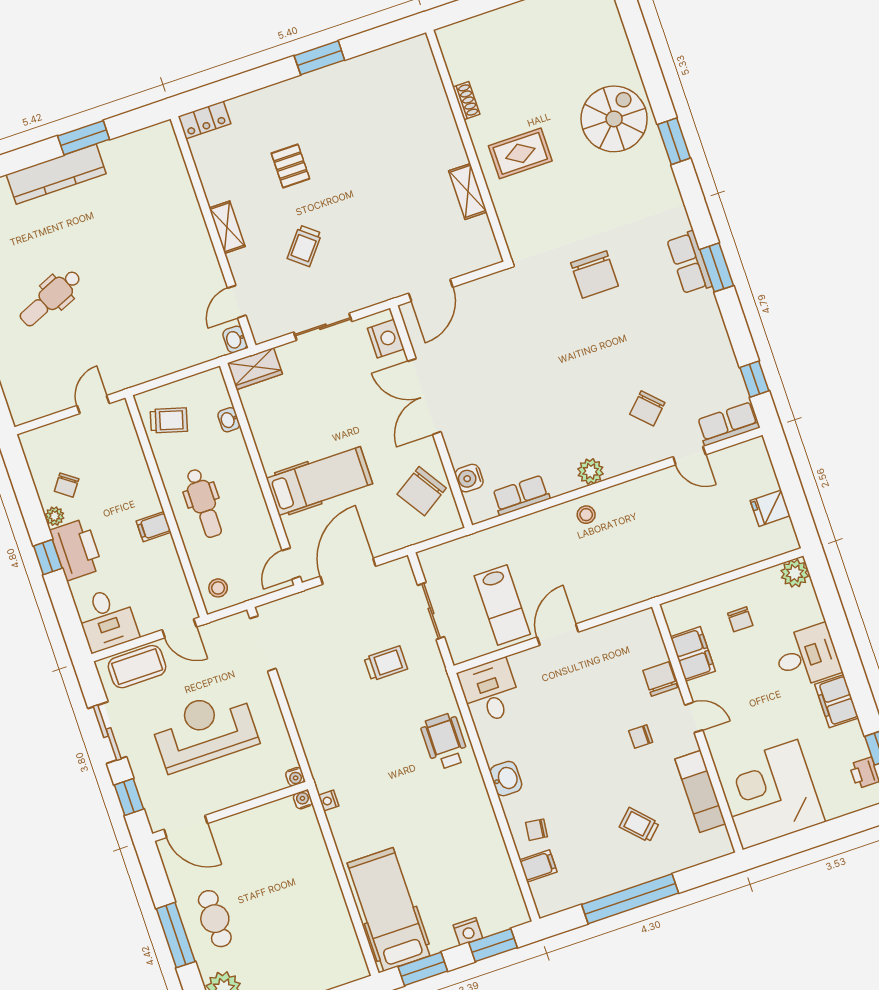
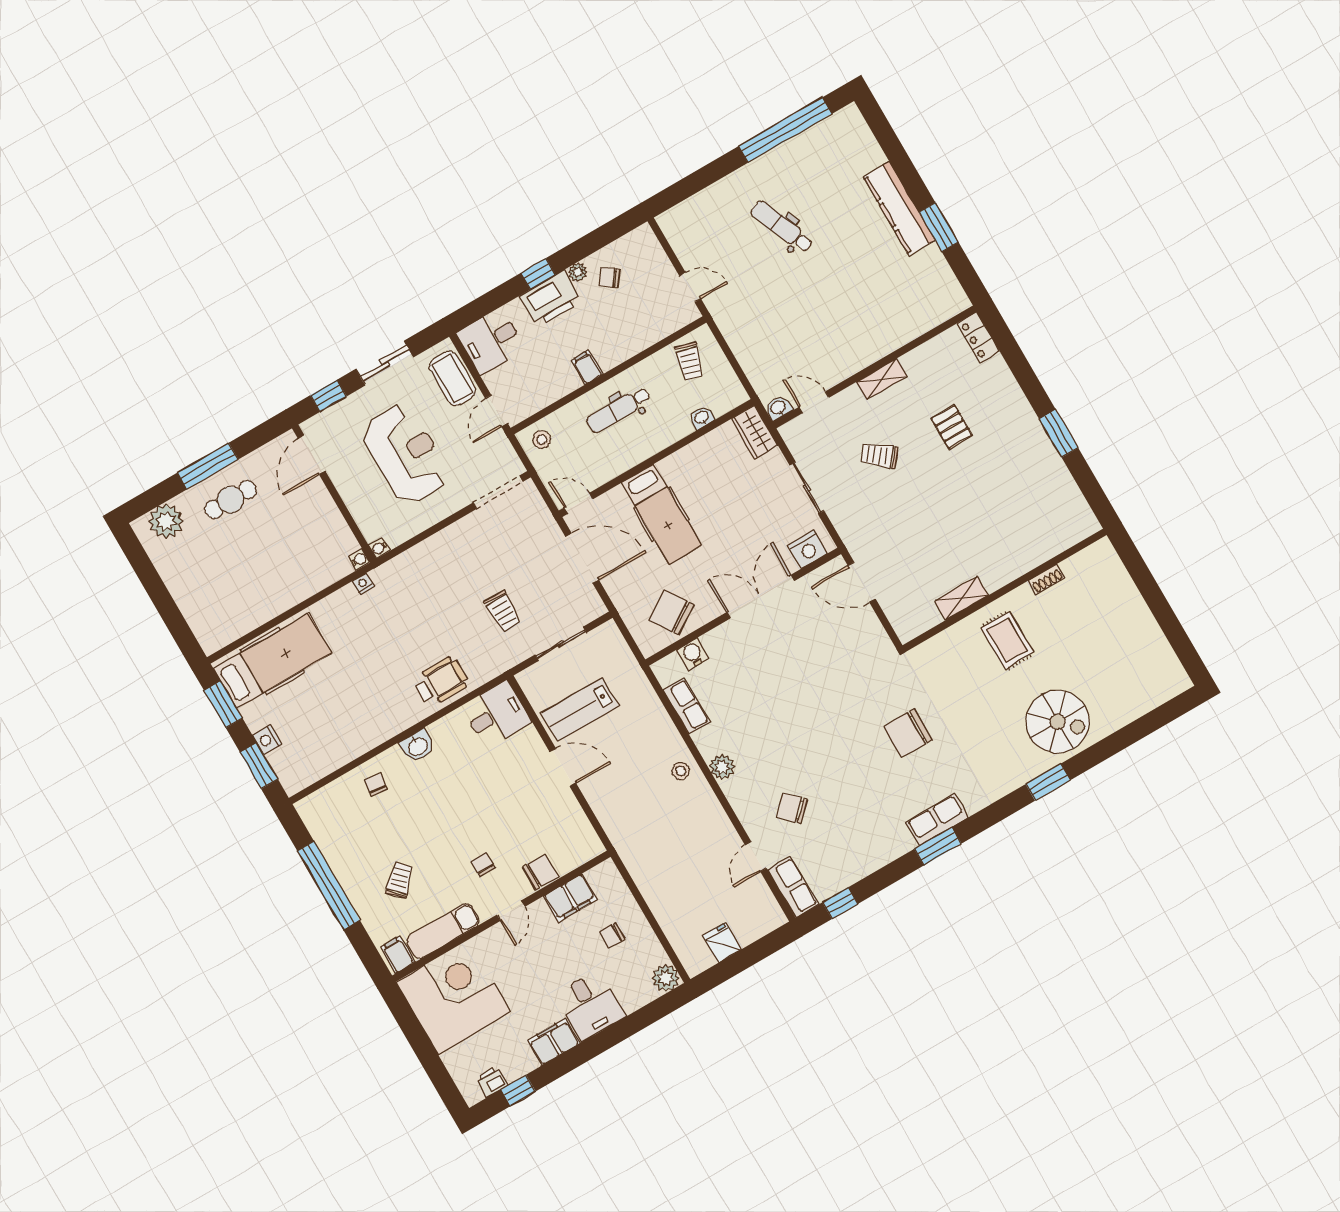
pallet: (290, 166) -> (952, 427), turned 90
filing cabinet: (538, 866) -> (398, 955), moved, turned 180

